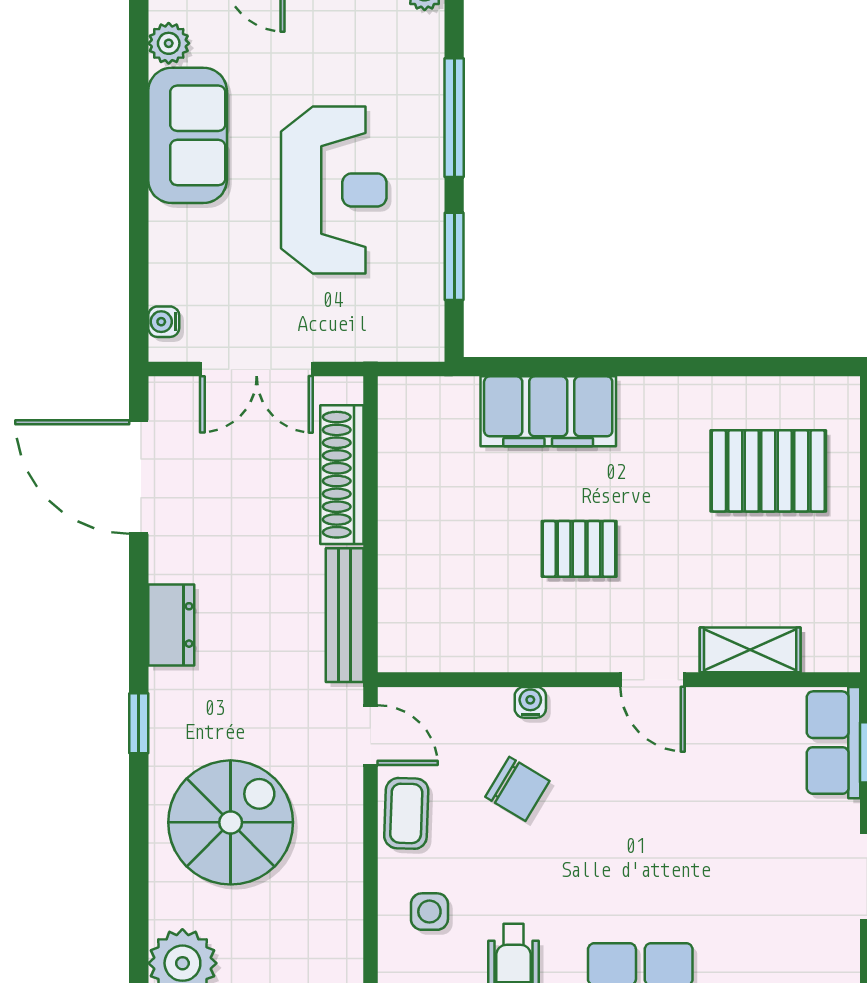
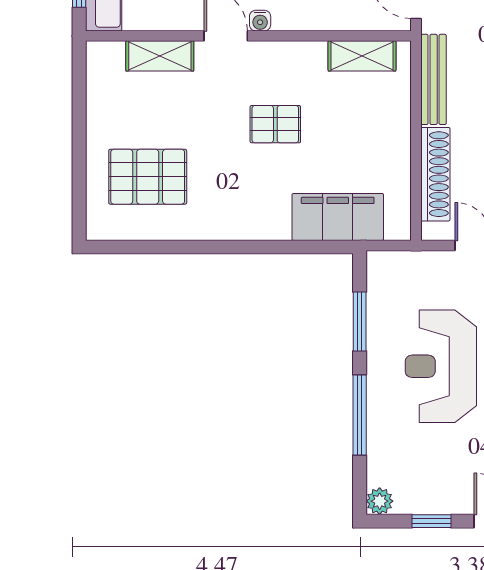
filing cabinet: (548, 411) -> (338, 217), moved
shelving: (451, 650) -> (362, 56), added
water cooler: (530, 702) -> (260, 21), moved

